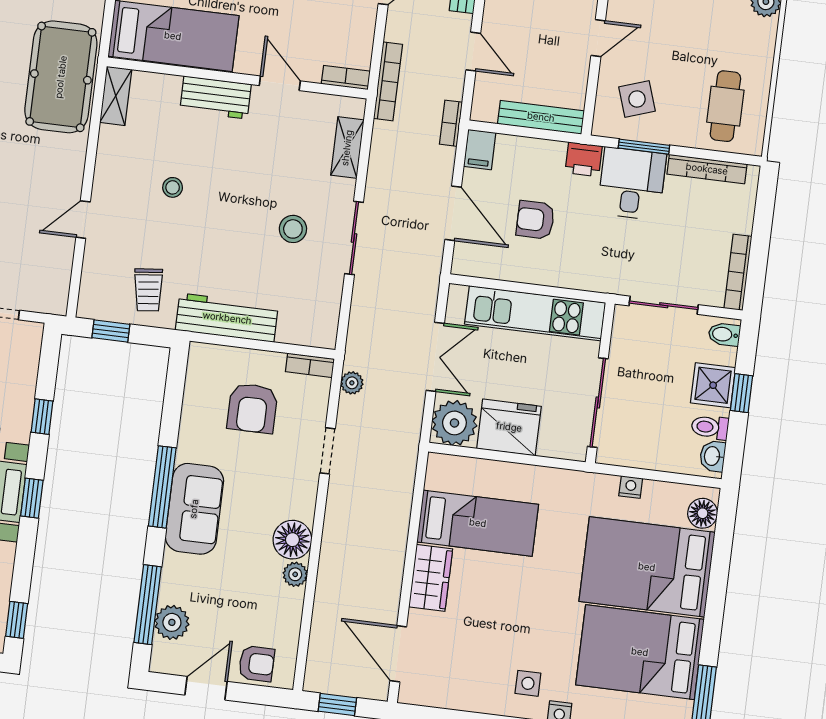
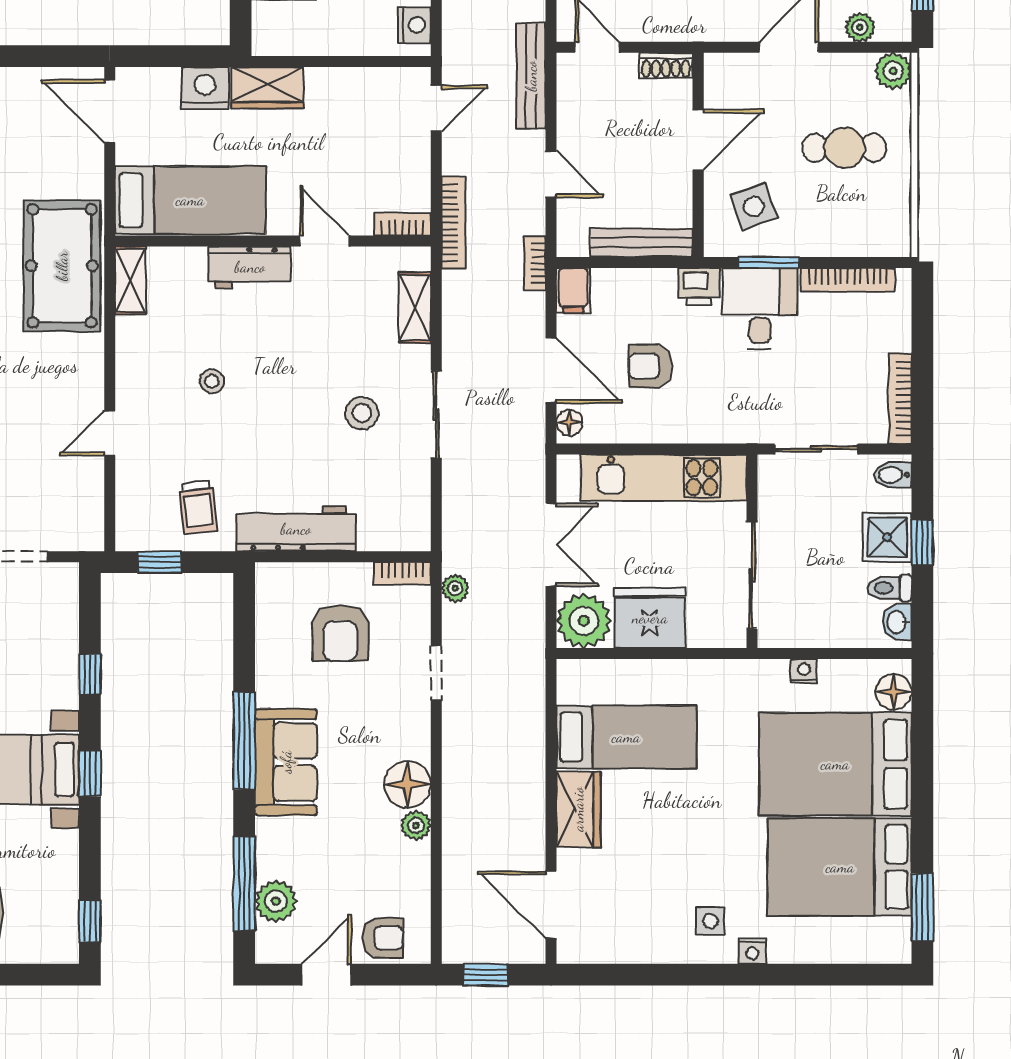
door: (598, 38) -> (698, 140), width x1.38
cafe table: (725, 106) -> (844, 148), moved, turned 90
floor lamp: (463, 258) -> (569, 423), added

